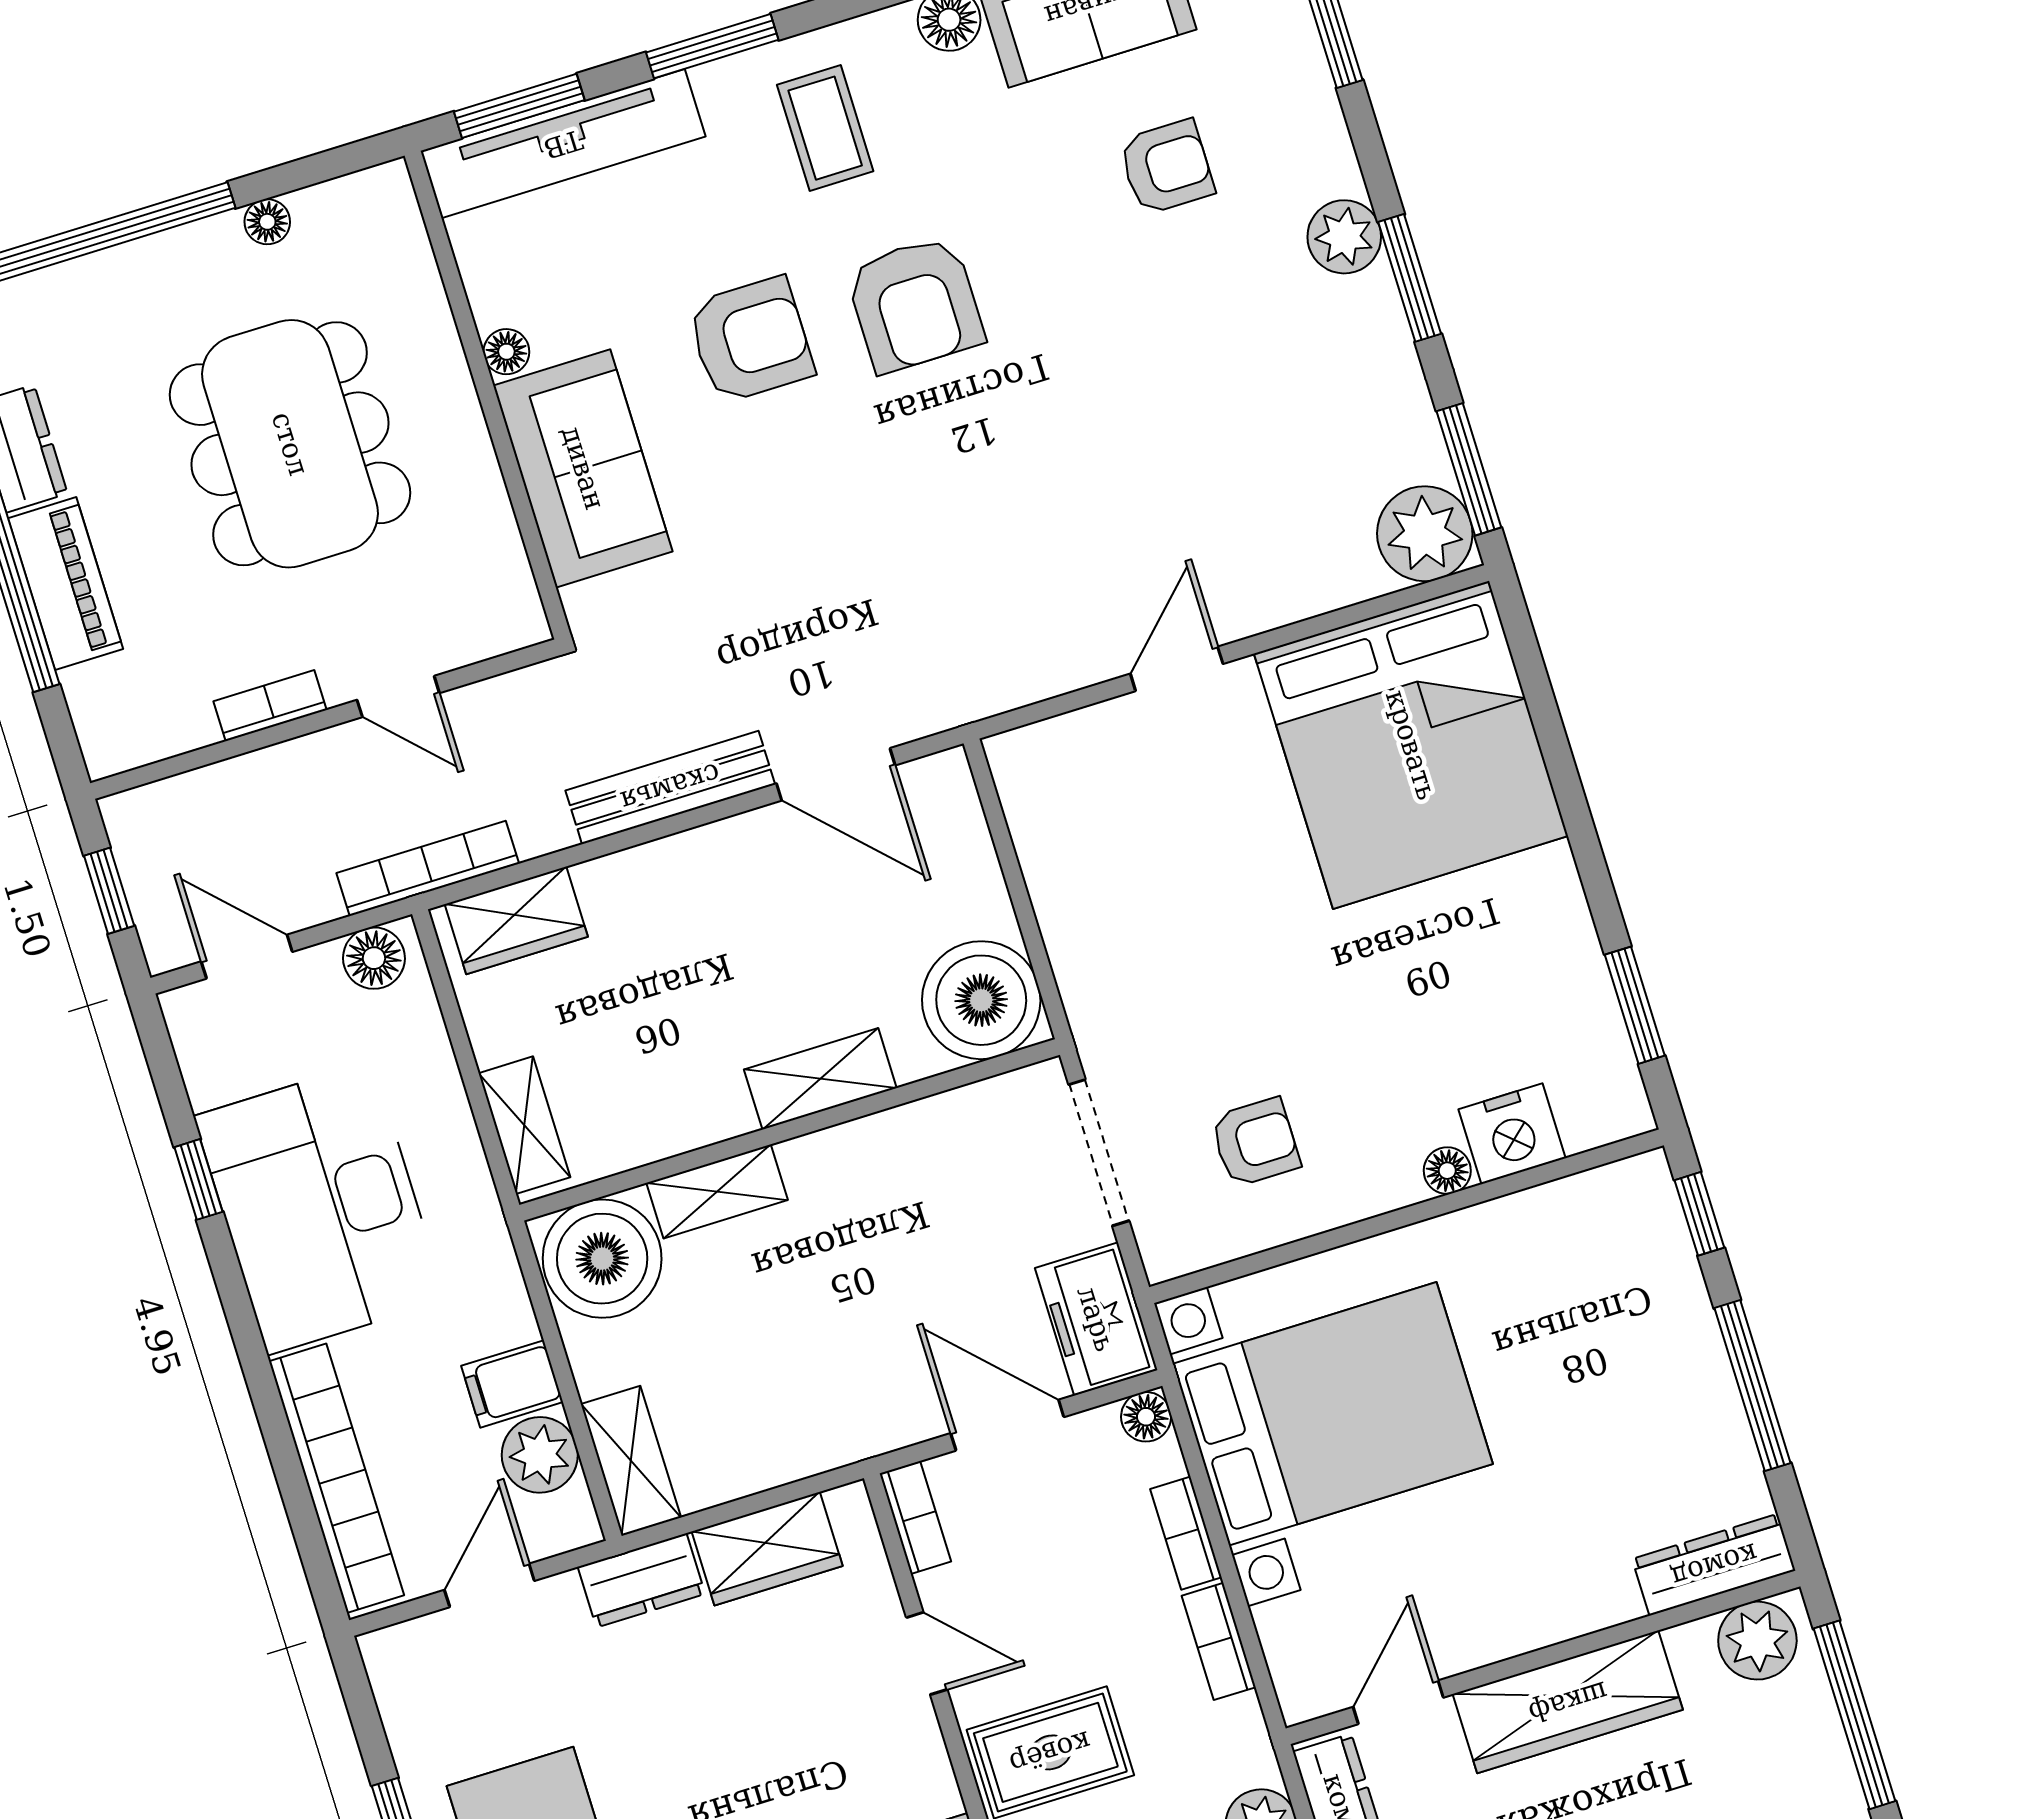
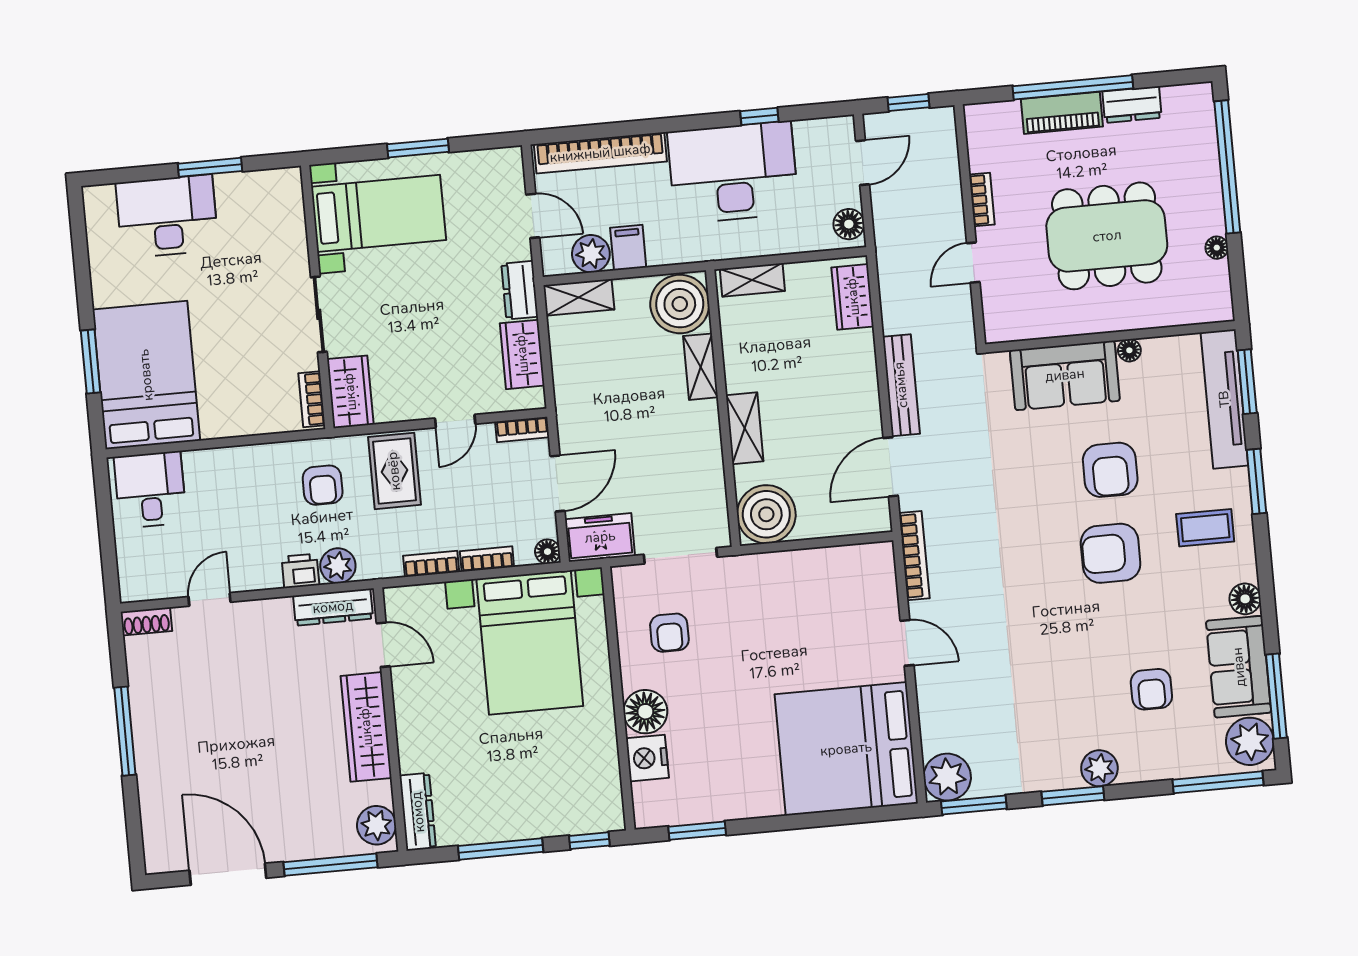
bookcase: (428, 868) -> (914, 556), moved
floor lamp: (1447, 1171) -> (645, 712), width x1.89, depth x1.89

